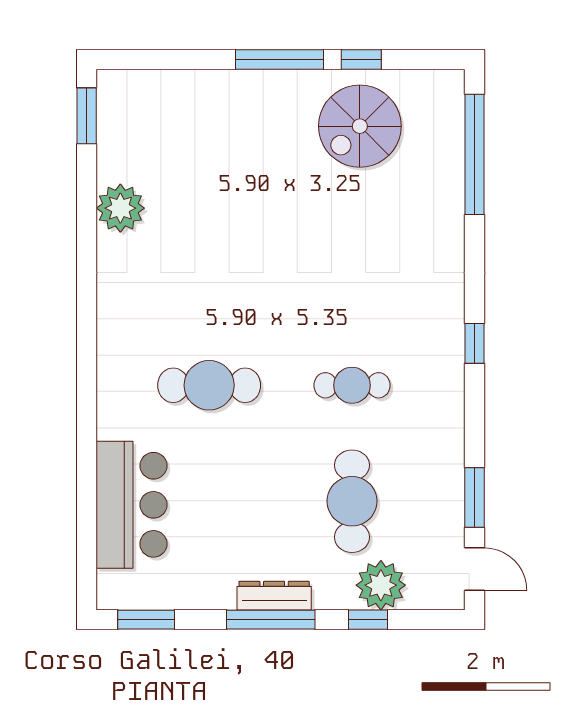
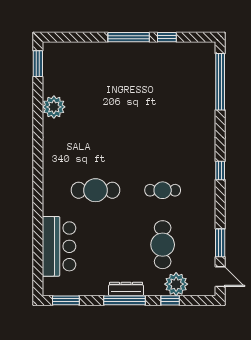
spiral stairs: (360, 126) -> (166, 68), removed

